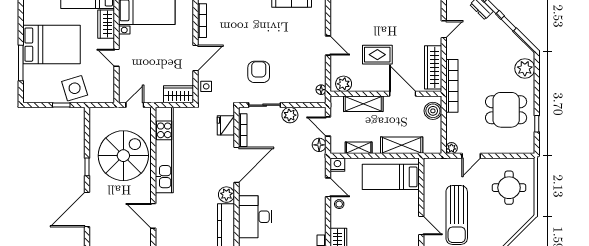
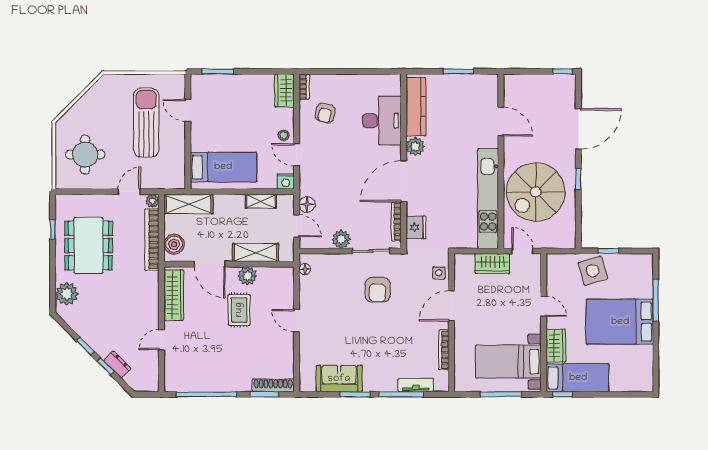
rug: (377, 55) -> (239, 310), turned 90
plant: (344, 84) -> (247, 276), moved
bookcase: (452, 86) -> (152, 240), moved
wardrobe: (178, 94) -> (492, 264), moved
door: (135, 105) -> (522, 251), swing flipped
dining table: (506, 110) -> (89, 246), width x1.37
shelving: (402, 145) -> (188, 204), moved
armchair: (304, 223) -> (325, 113), added

